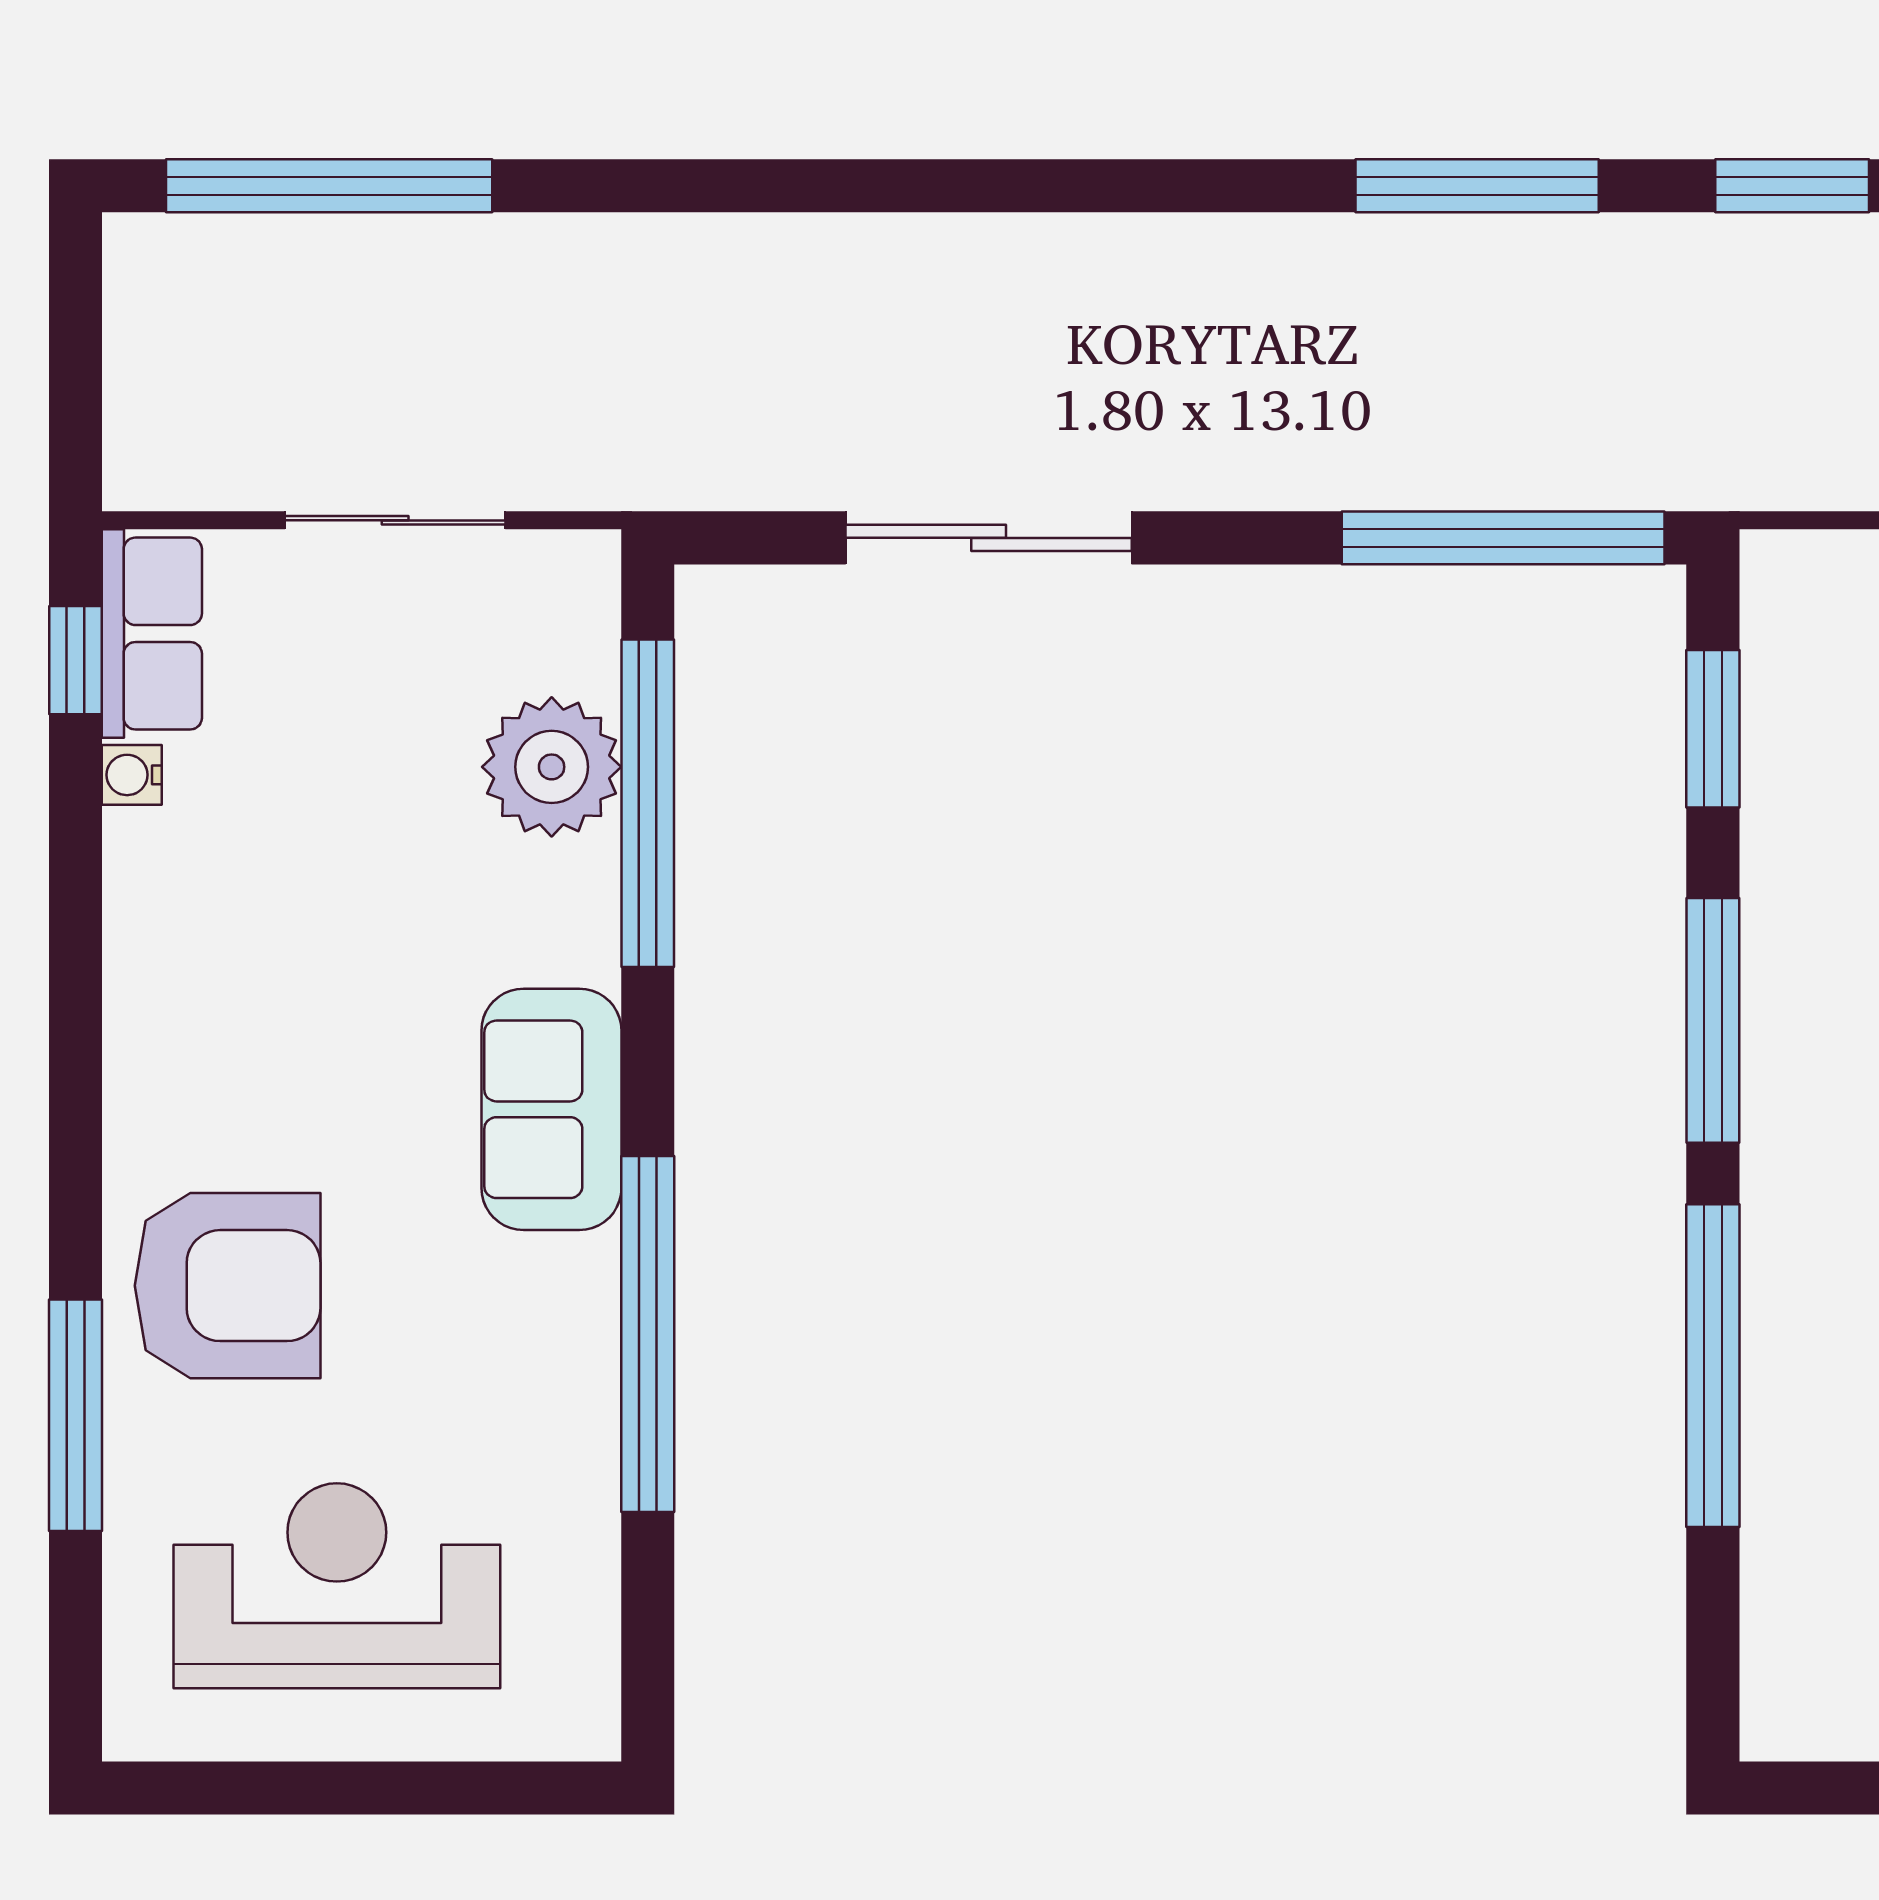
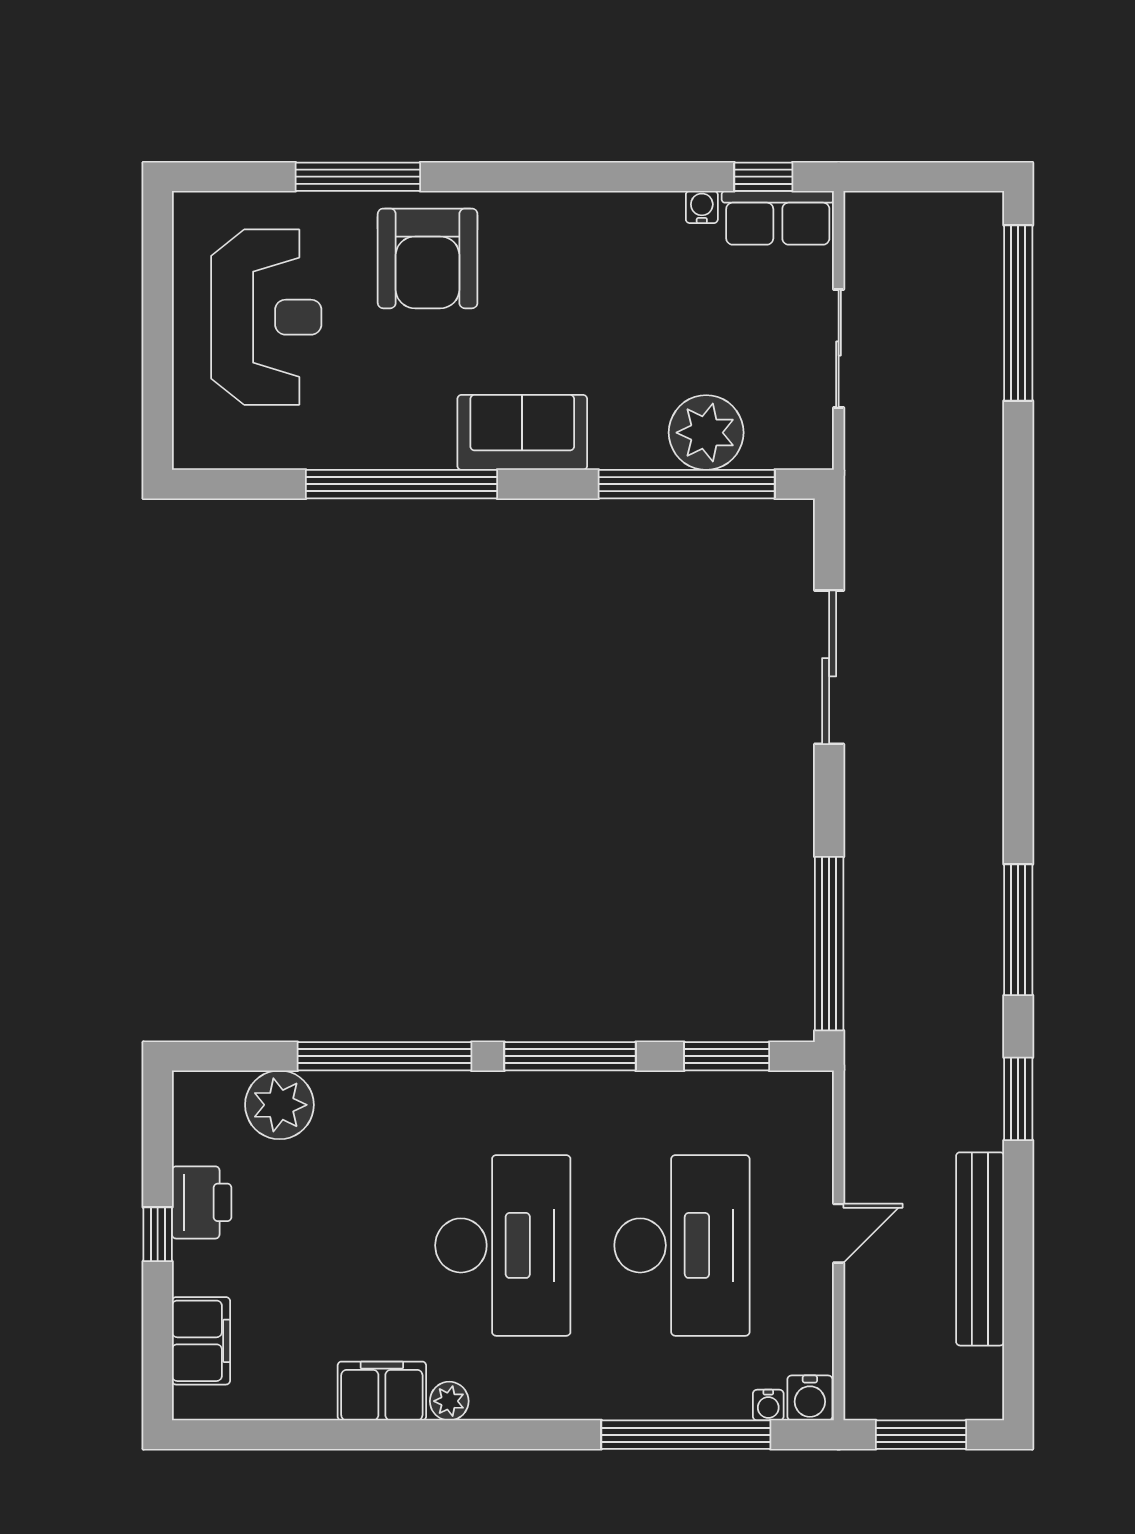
plant: (1803, 1561) -> (279, 1105), added

